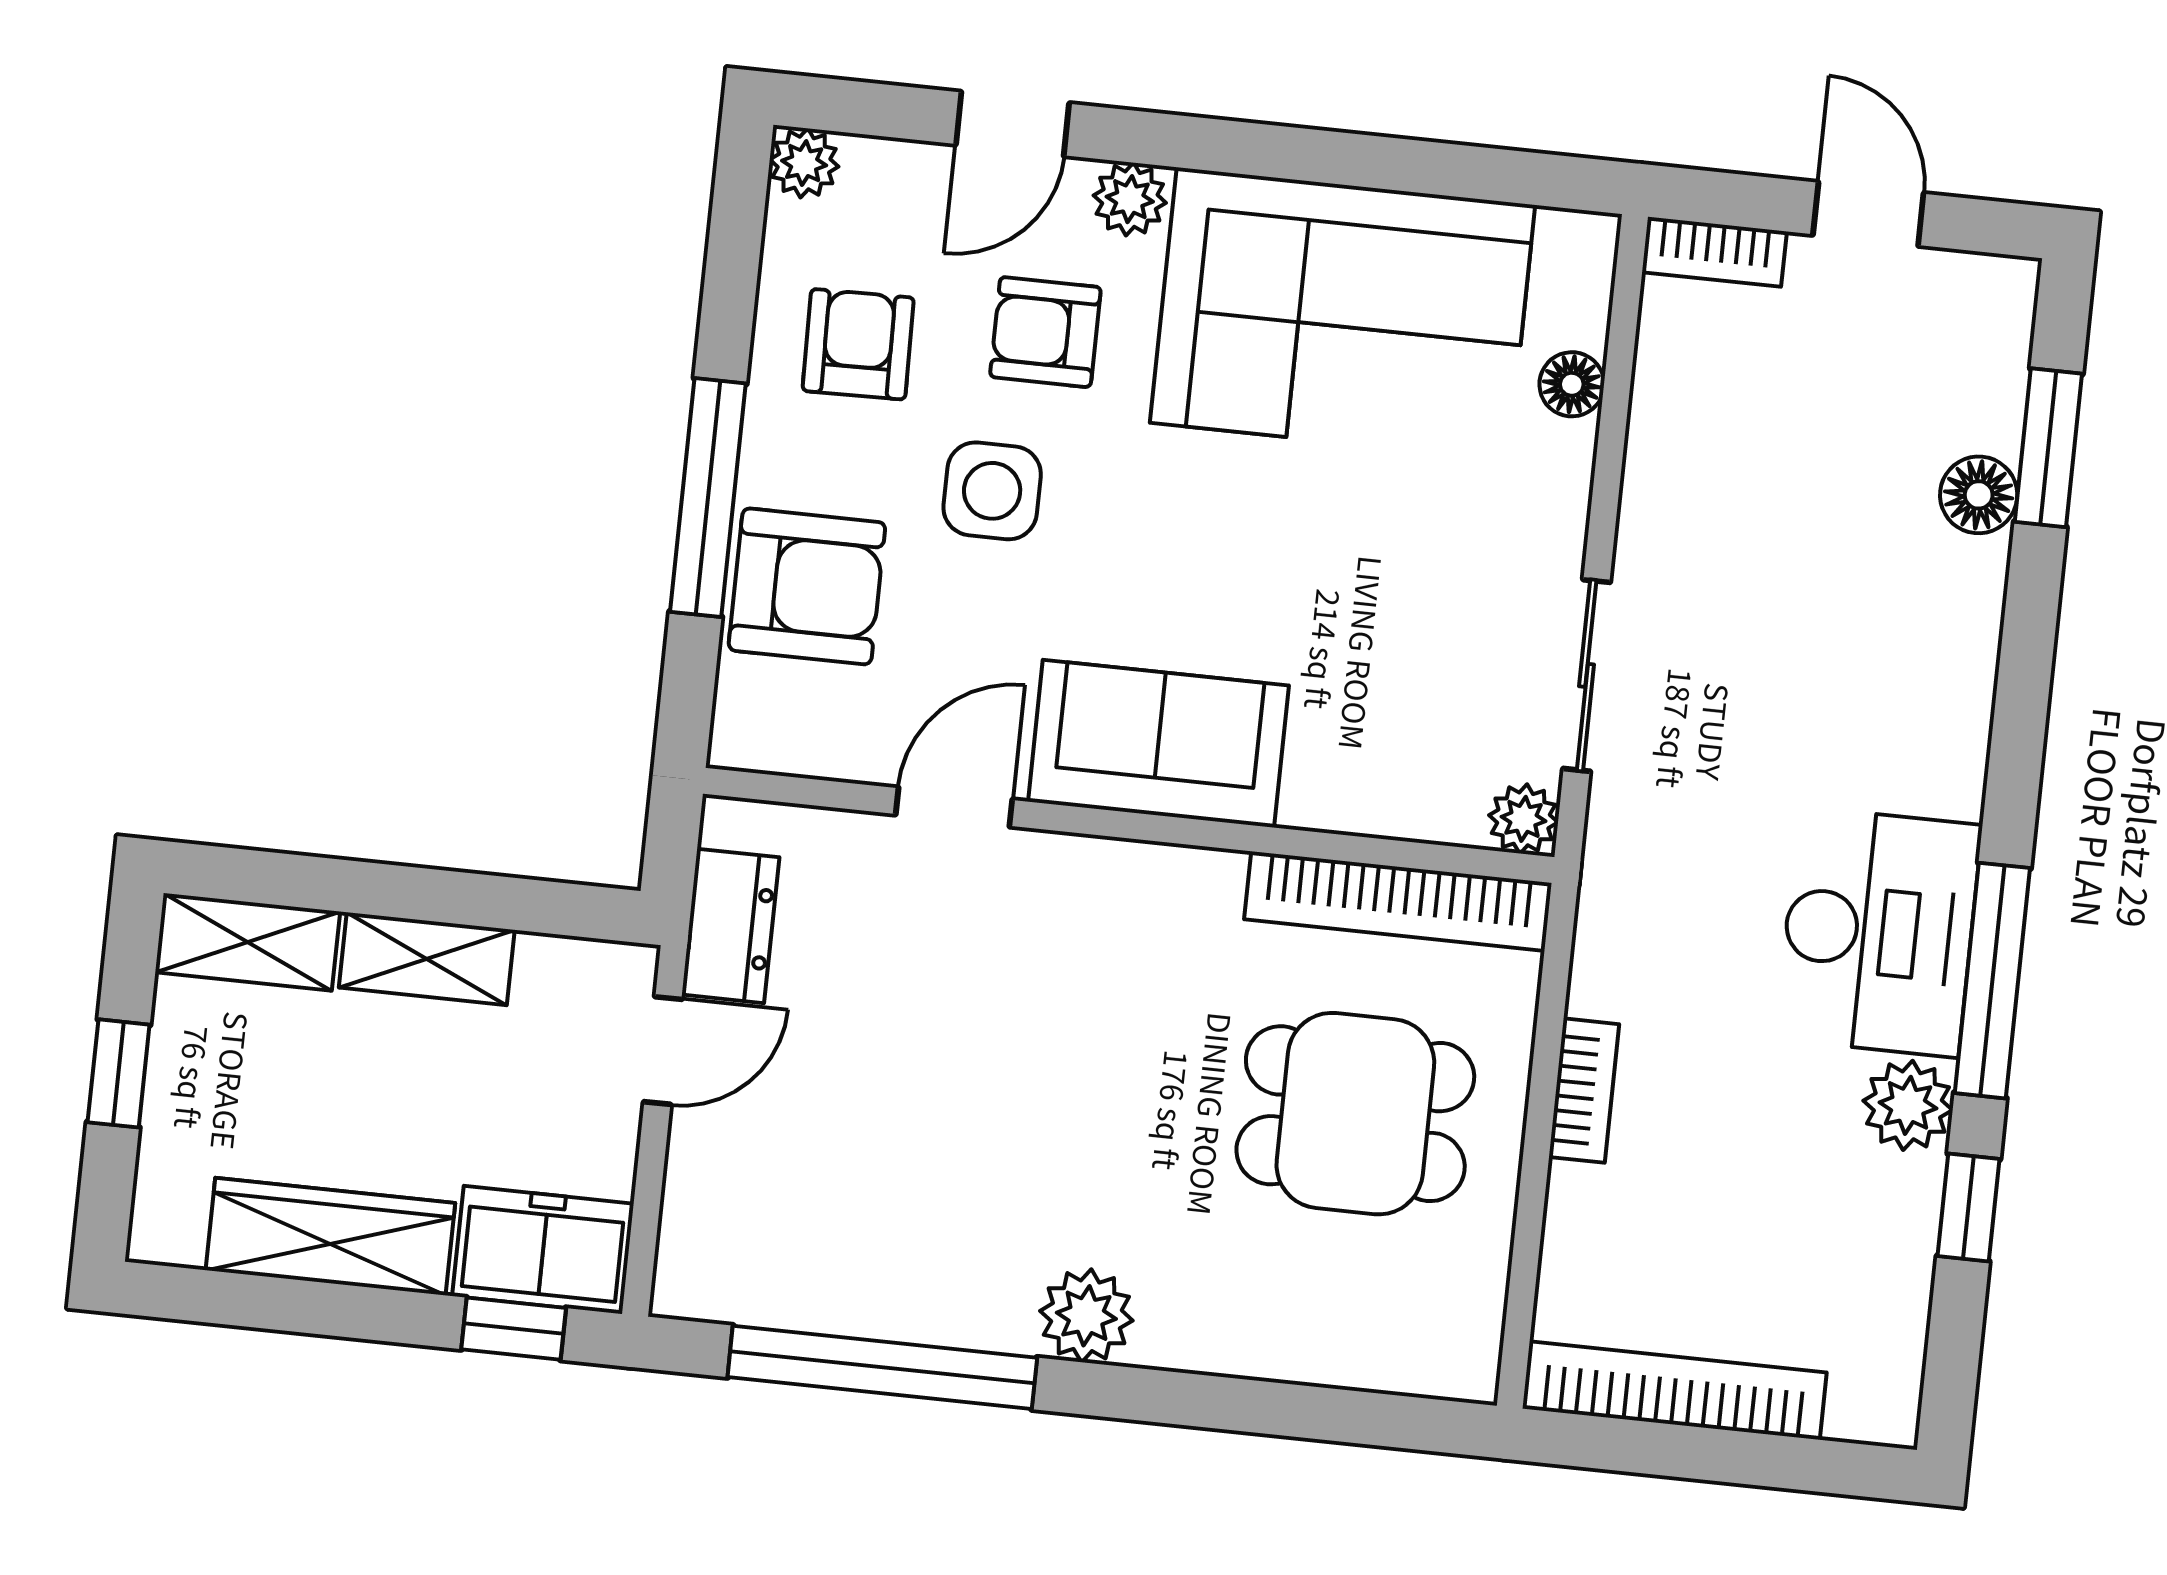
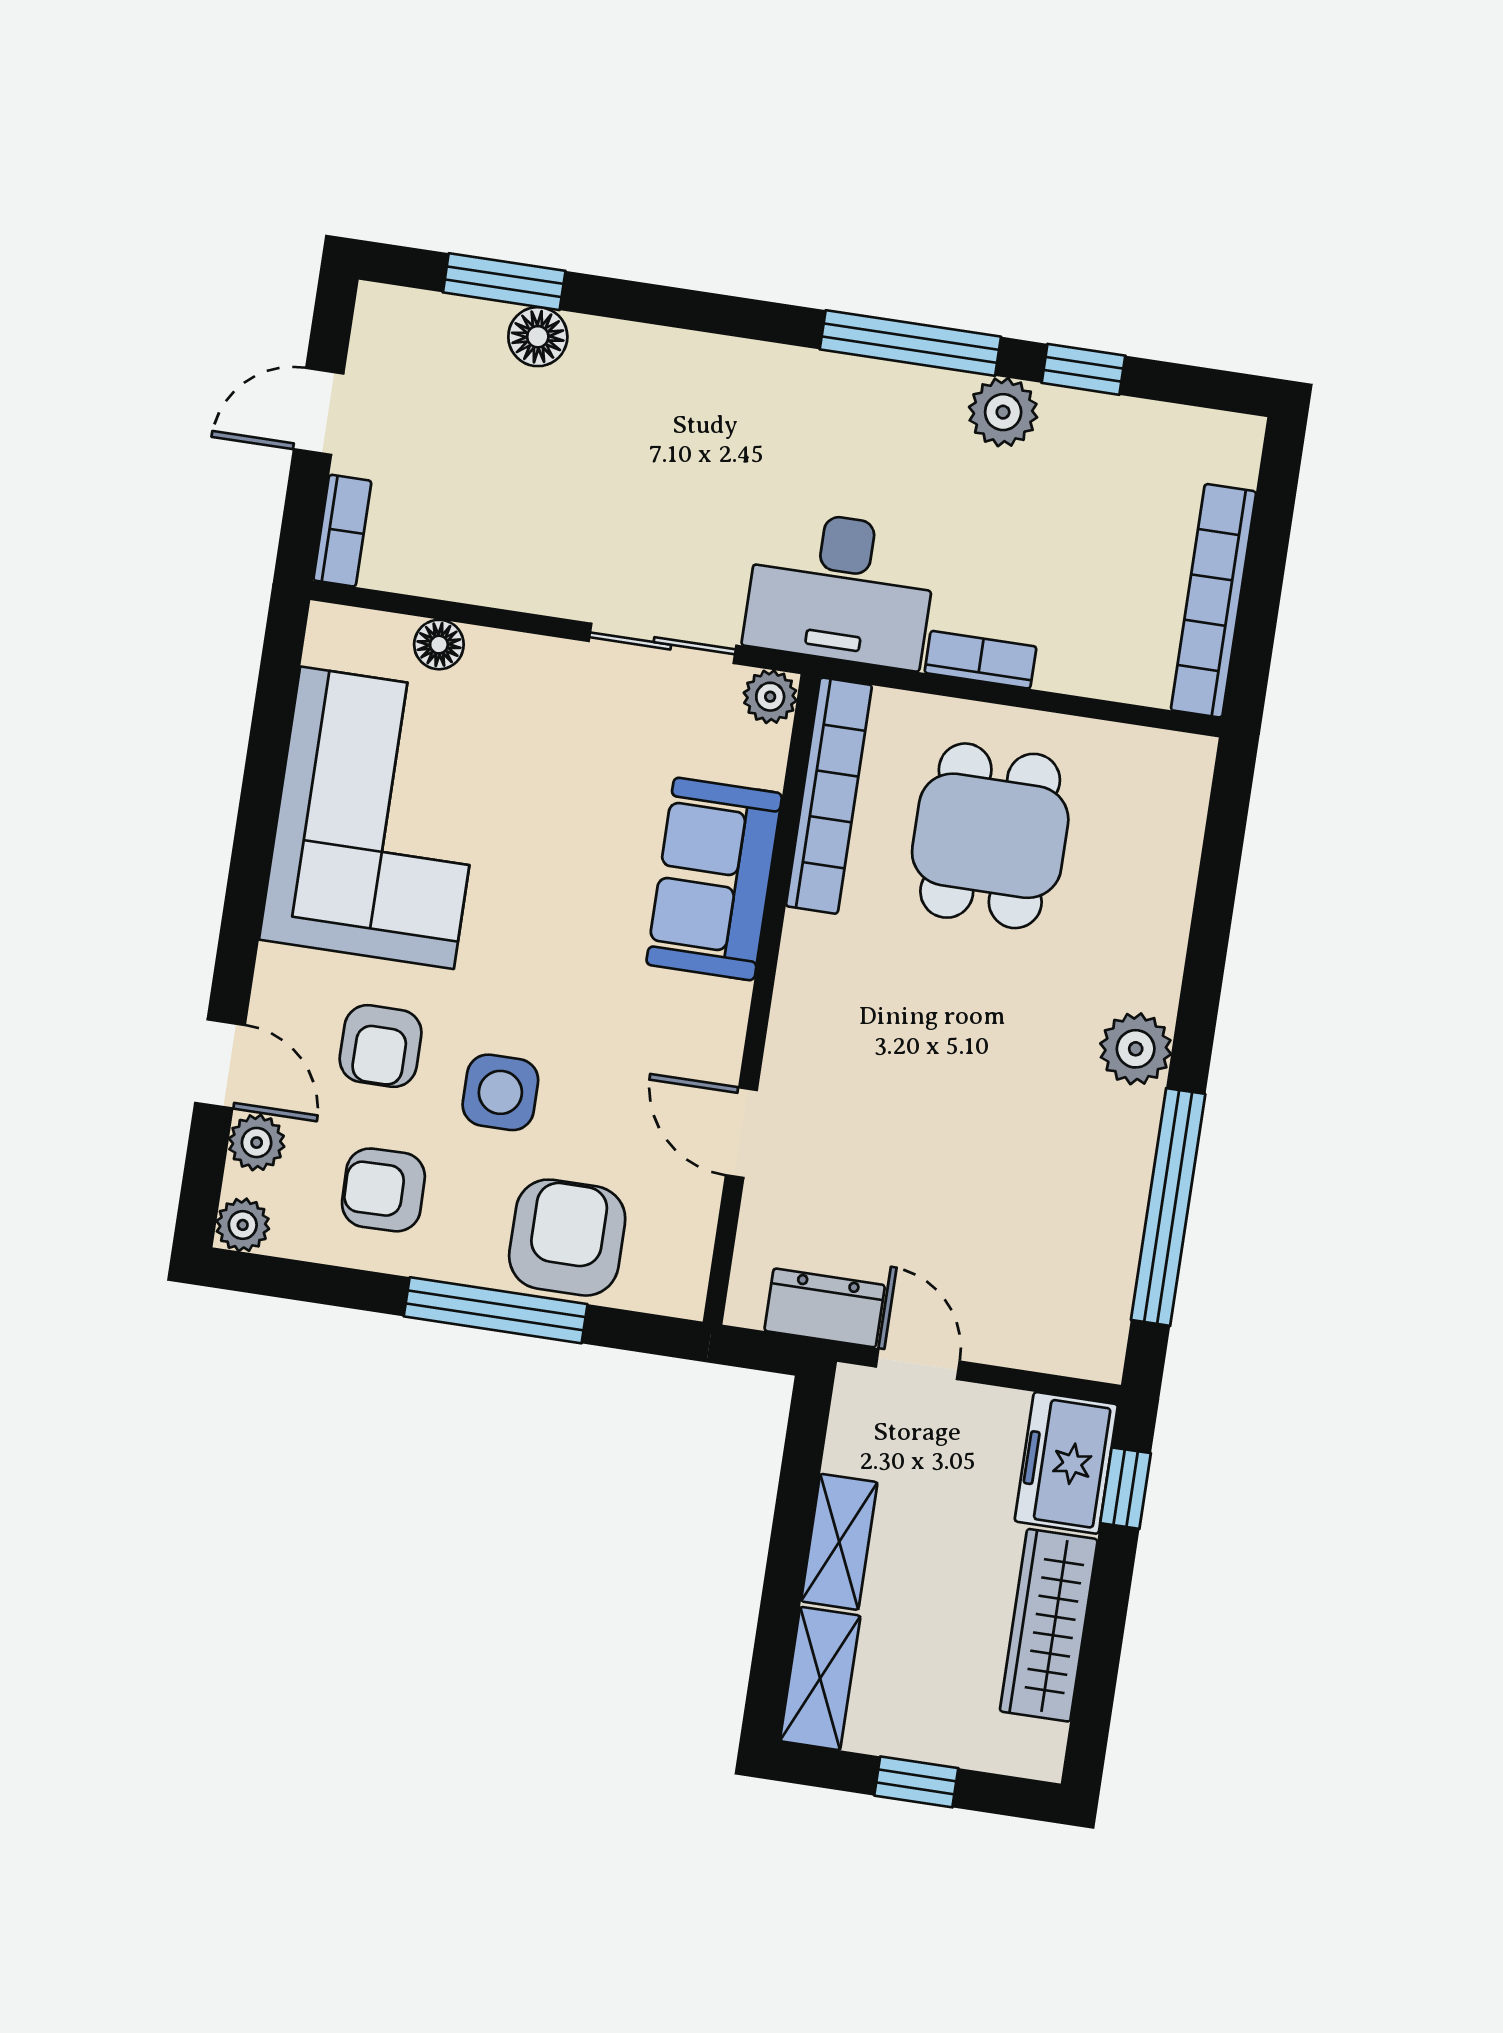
plant: (1130, 199) -> (257, 1143), moved
sofa: (1158, 744) -> (714, 879), moved
desk: (1879, 932) -> (841, 589), moved, turned 180

